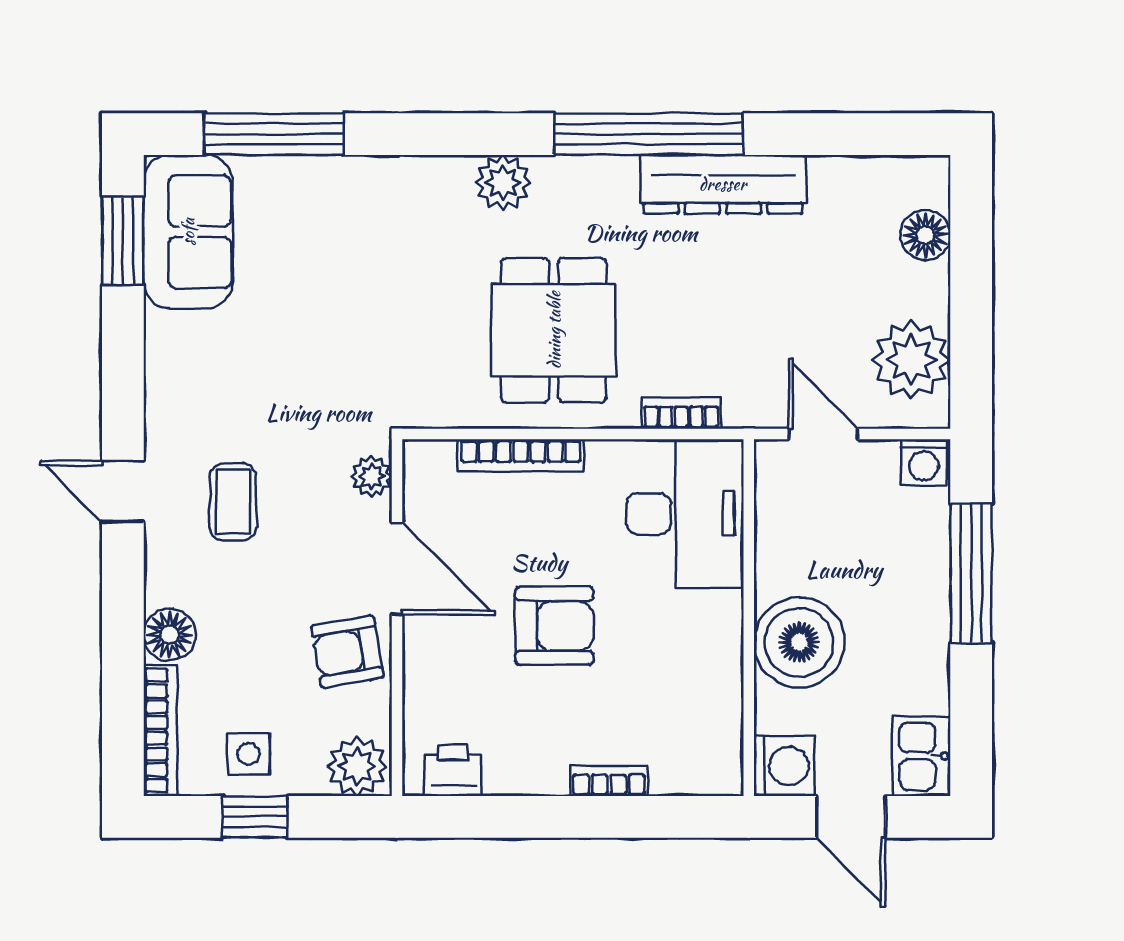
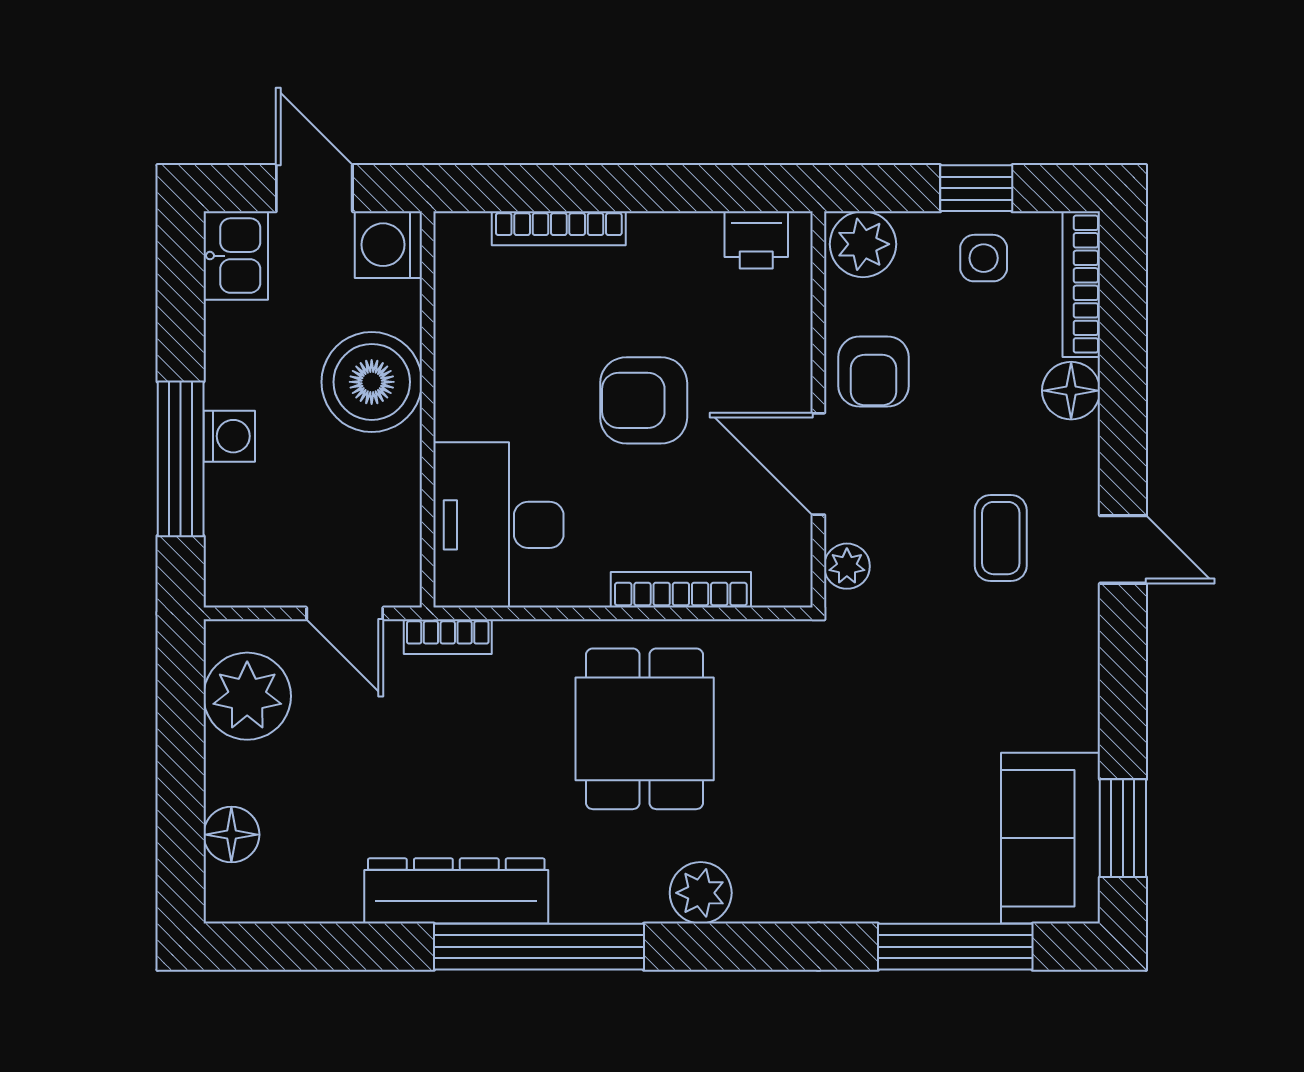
bookcase: (681, 413) -> (448, 637), moved
washing machine: (924, 462) -> (229, 436), moved, turned 90
armchair: (347, 652) -> (874, 372), turned 100
bookcase: (609, 781) -> (559, 228), width x1.56

